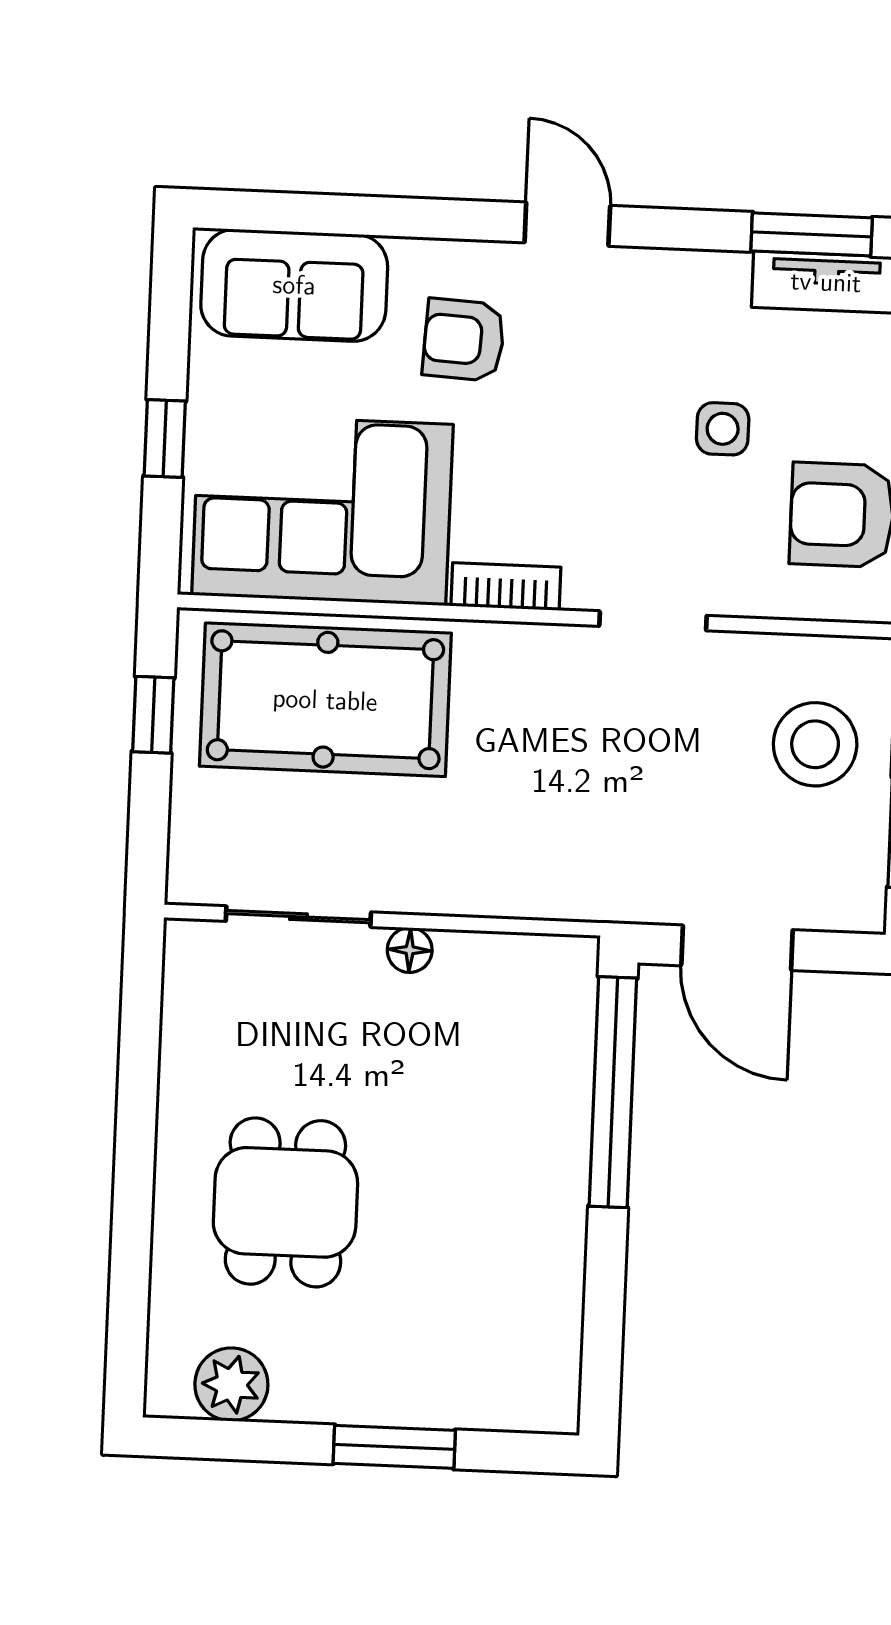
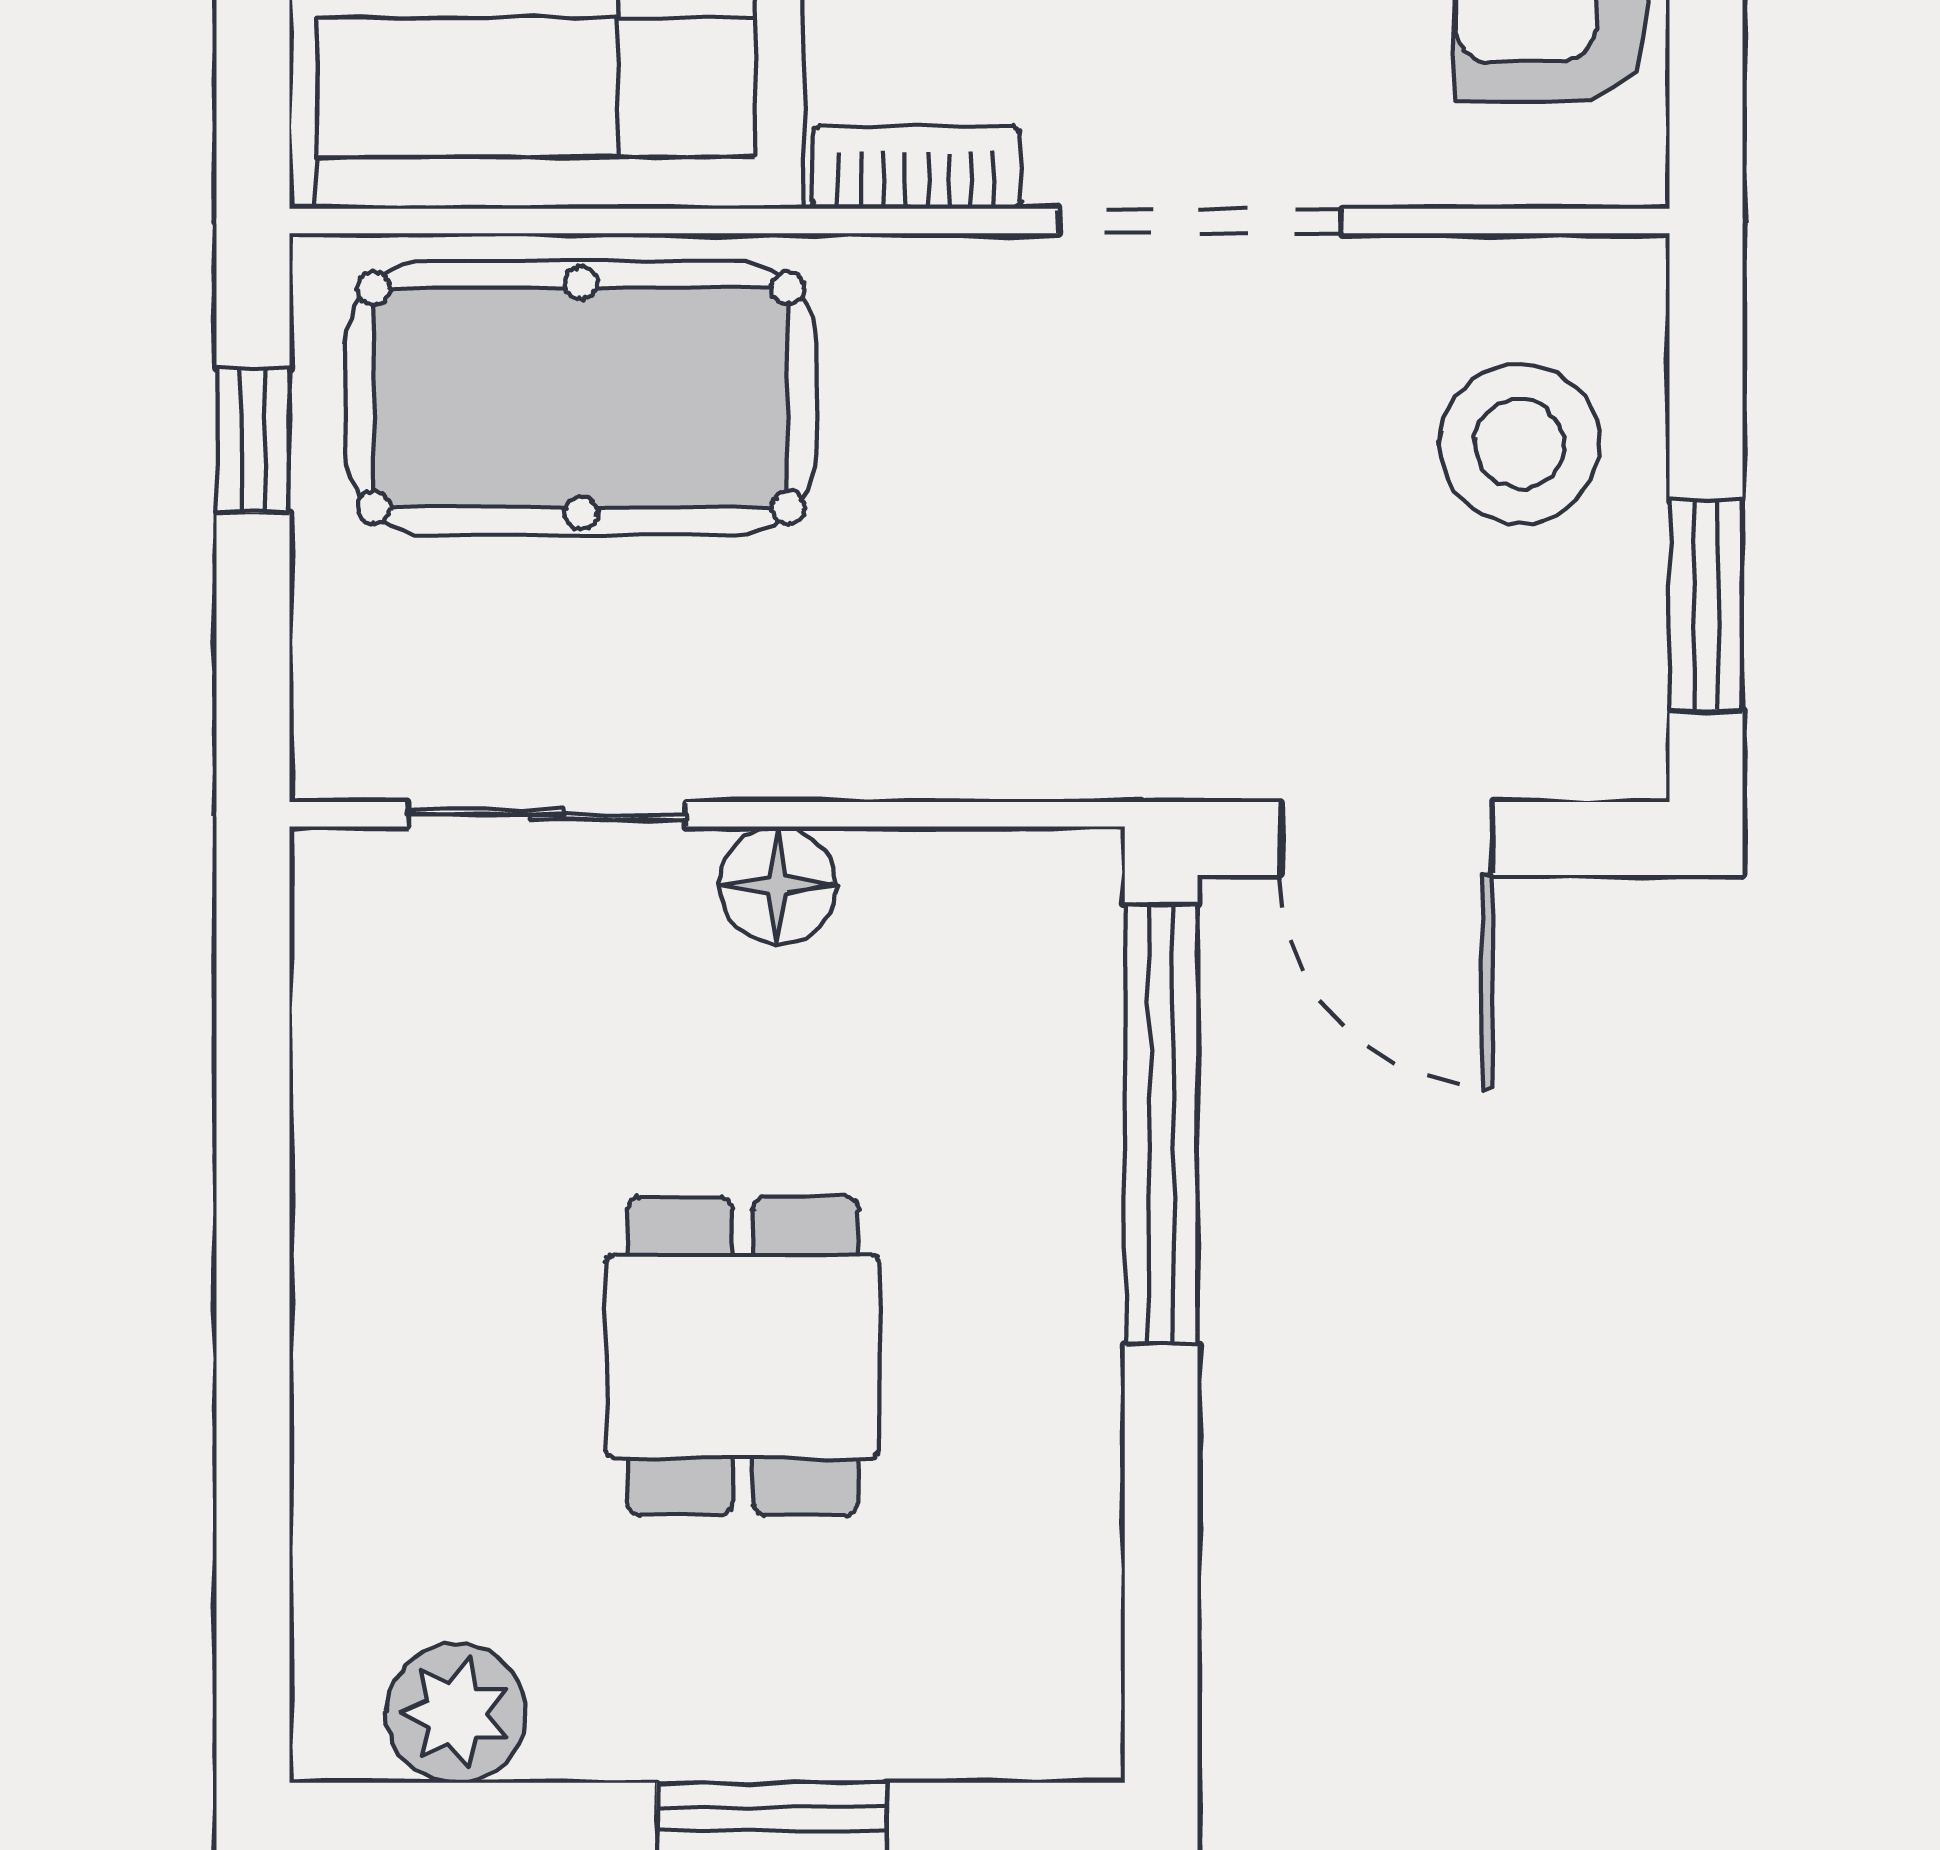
doorway: (653, 621) -> (1200, 221), width x1.38
floor lamp: (410, 950) -> (778, 885), width x1.37, depth x1.37
dining table: (285, 1202) -> (743, 1356), moved

